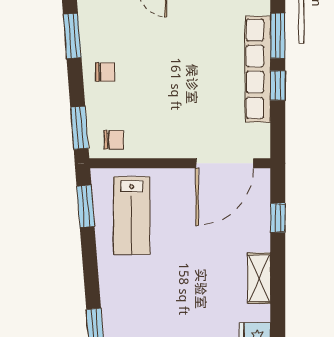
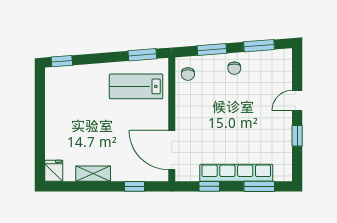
window: (278, 85) -> (209, 186), moved
window: (79, 128) -> (212, 49), moved

